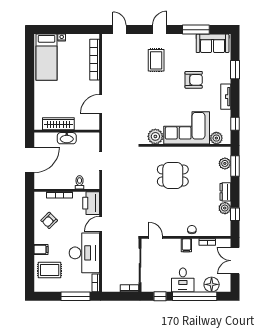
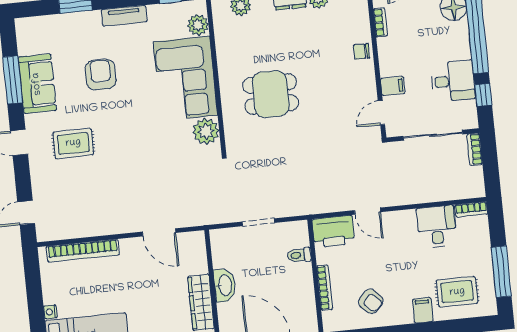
sofa: (213, 43) -> (37, 84), moved
dining table: (173, 175) -> (271, 94), turned 90
filing cabinet: (186, 245) -> (393, 86), moved
desk: (84, 253) -> (437, 227), width x0.53, depth x0.77
rug: (50, 270) -> (457, 292), turned 90
desk: (183, 280) -> (453, 81), moved
window: (76, 296) -> (501, 272), moved

